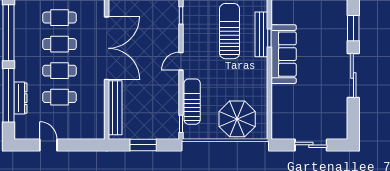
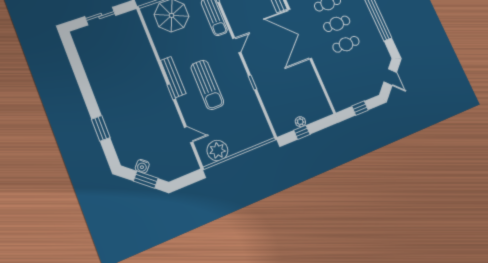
bench: (261, 34) -> (173, 77), moved
sofa: (284, 54) -> (154, 83), removed
sliding door: (353, 76) -> (85, 87), removed

